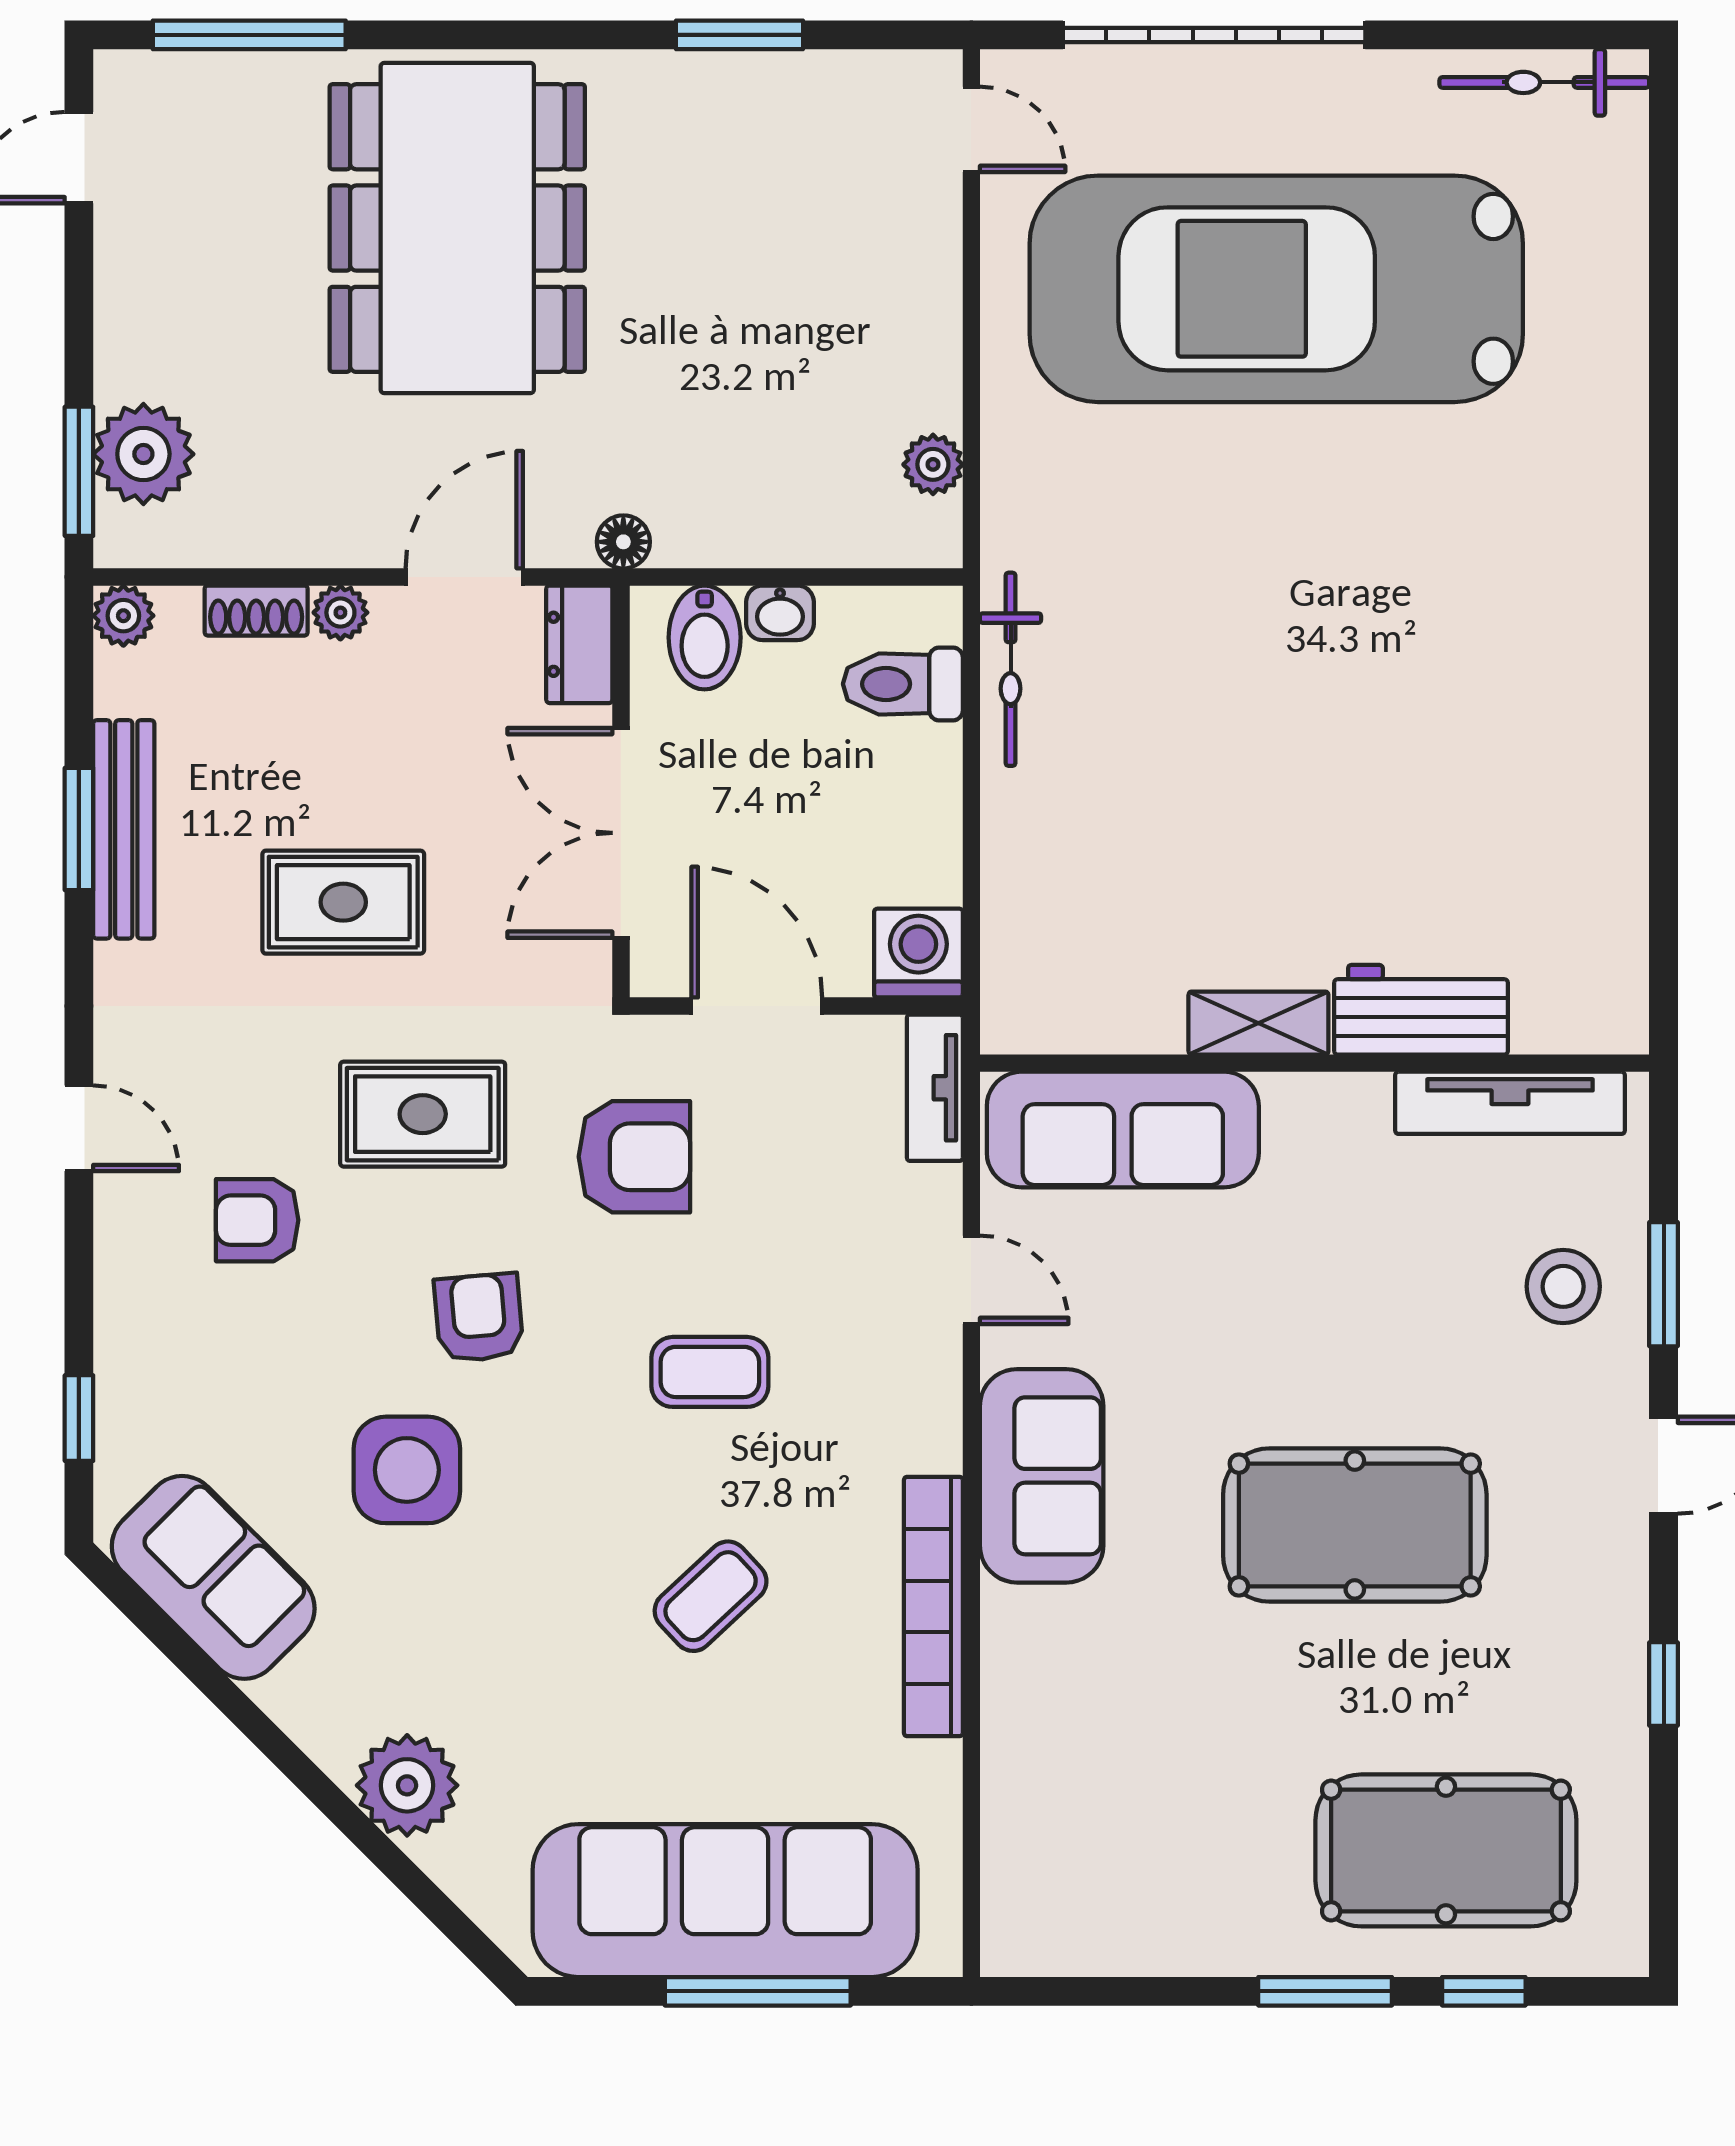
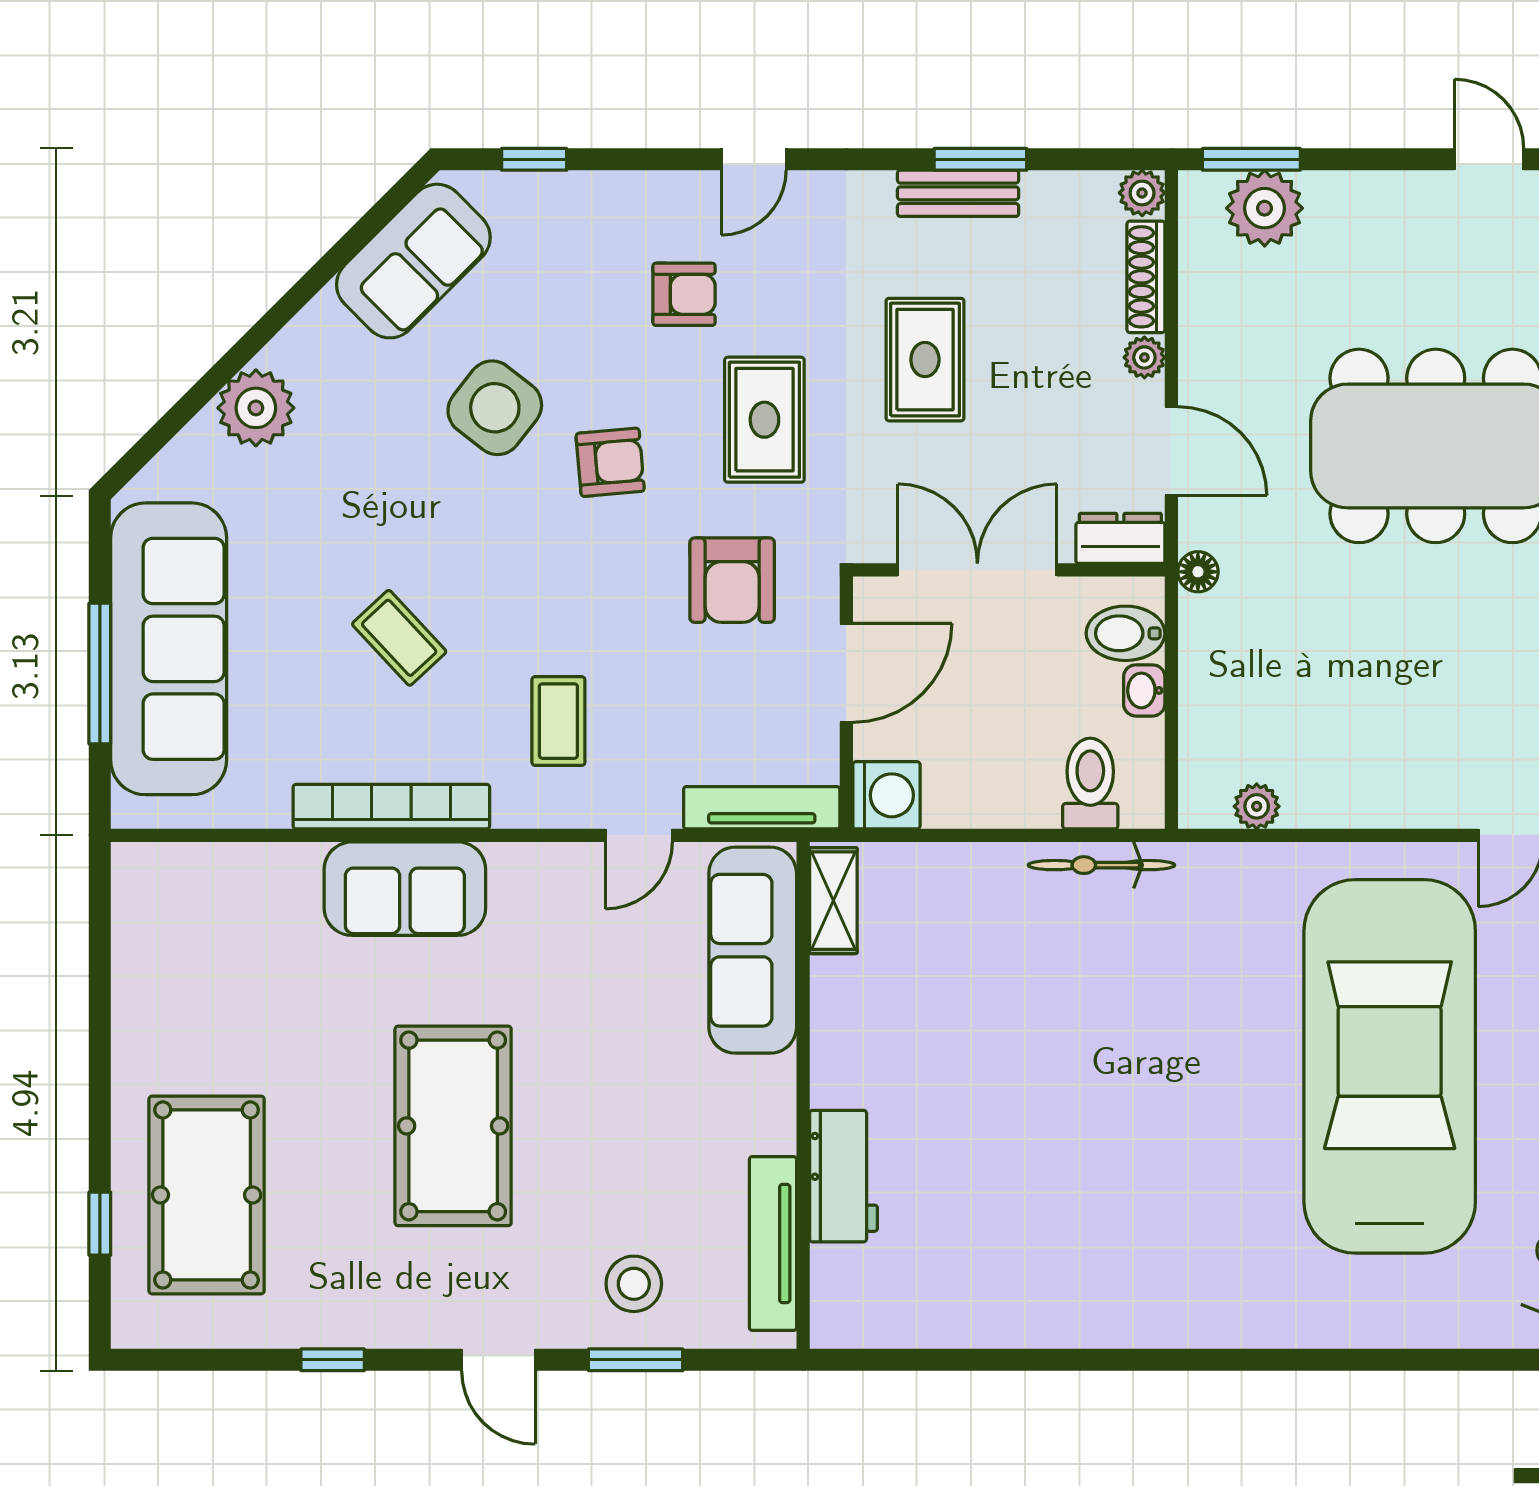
shoe rack: (256, 611) -> (1146, 277), width x1.43
bench: (124, 829) -> (958, 193), width x0.73
shelving: (1258, 1023) -> (833, 901), moved
tv unit: (935, 1088) -> (762, 808), width x1.41
armchair: (257, 1220) -> (684, 294), turned 90
coffee table: (710, 1372) -> (558, 721), moved
side table: (407, 1470) -> (495, 408), turned 38
sofa: (1042, 1476) -> (405, 889), moved
window: (1325, 1991) -> (100, 1103), removed

